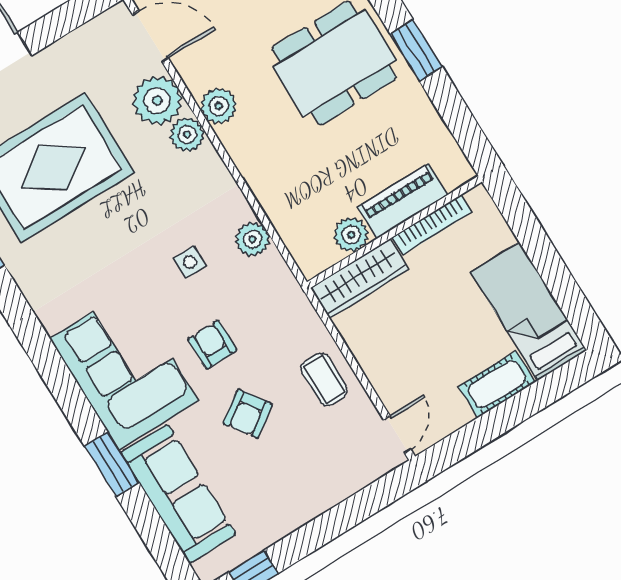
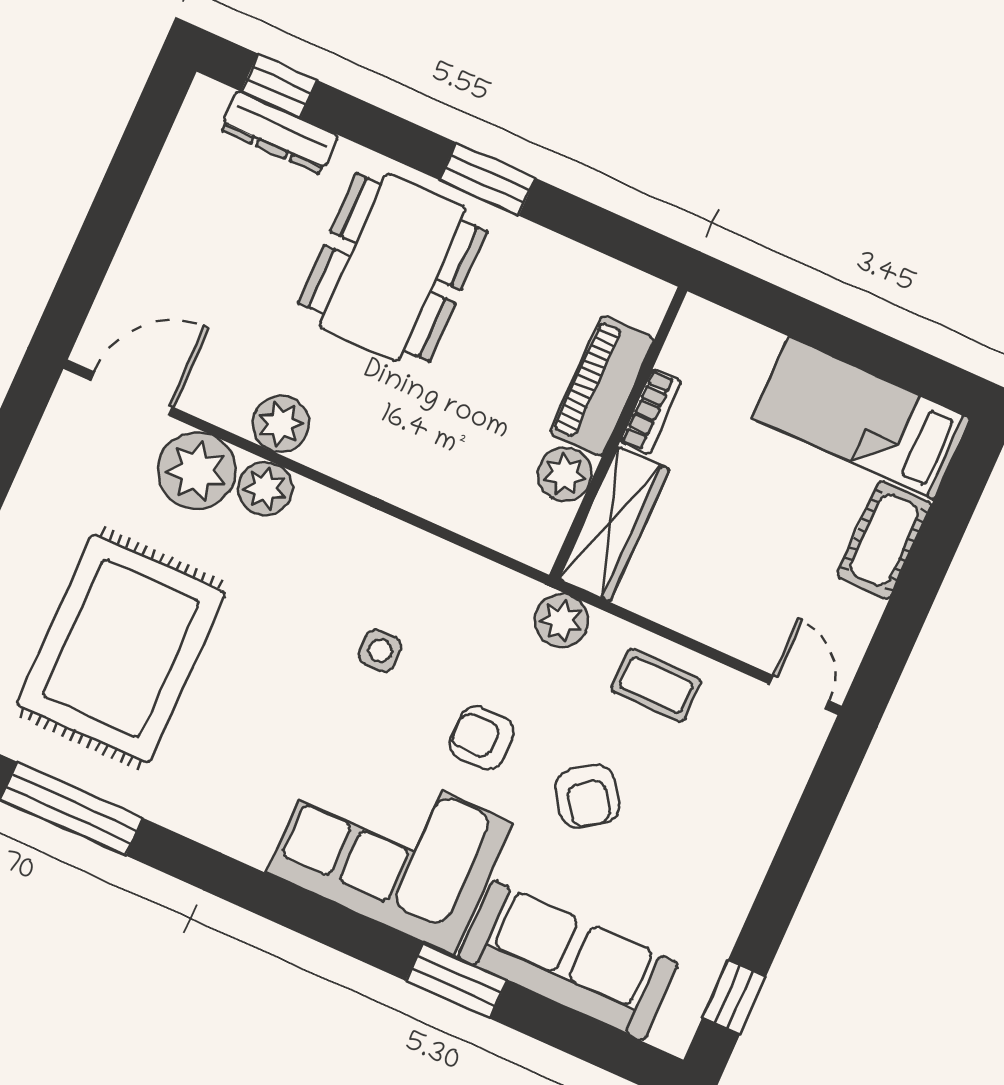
bookcase: (432, 225) -> (651, 412), width x0.64
plant: (252, 239) -> (561, 621), moved

